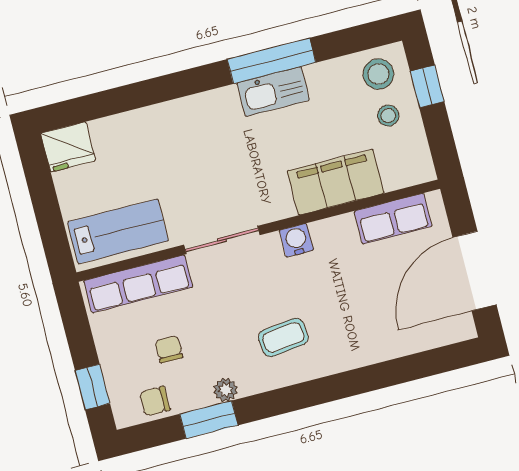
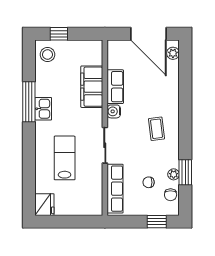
kitchen sink: (273, 92) -> (43, 109), width x0.73
stool: (388, 116) -> (68, 55), removed
row of seats: (393, 219) -> (115, 87), moved
lab bench: (118, 231) -> (65, 158), moved
plant: (447, 331) -> (173, 53), added
plant: (225, 390) -> (174, 174), moved

